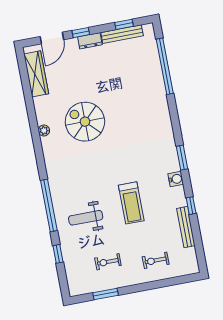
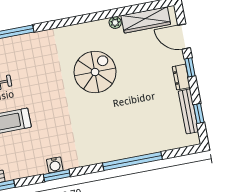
window: (165, 66) -> (132, 161), moved
plant: (44, 130) -> (115, 23), moved
water cooler: (176, 179) -> (55, 165), moved

